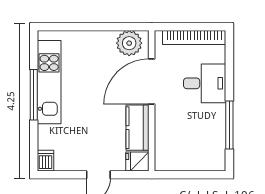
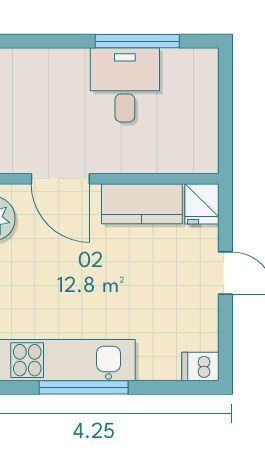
door: (152, 82) -> (60, 179), width x0.73
desk: (205, 83) -> (125, 85), moved

